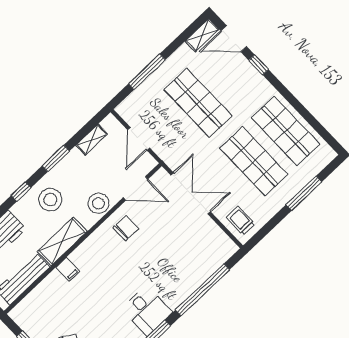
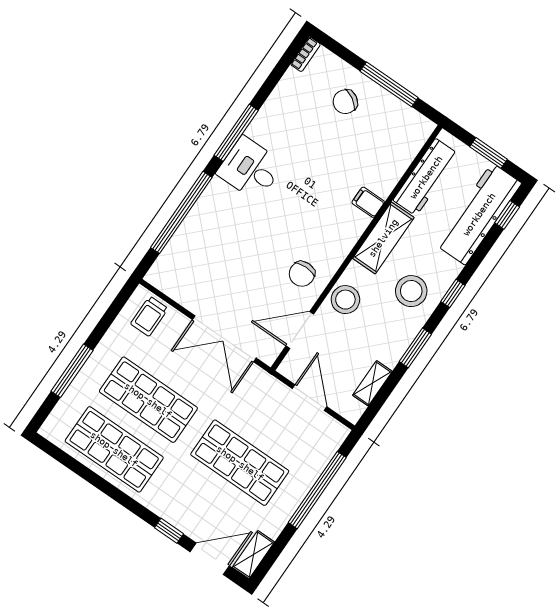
window: (147, 72) -> (317, 490), width x1.46
trolley: (241, 221) -> (149, 316), turned 90

